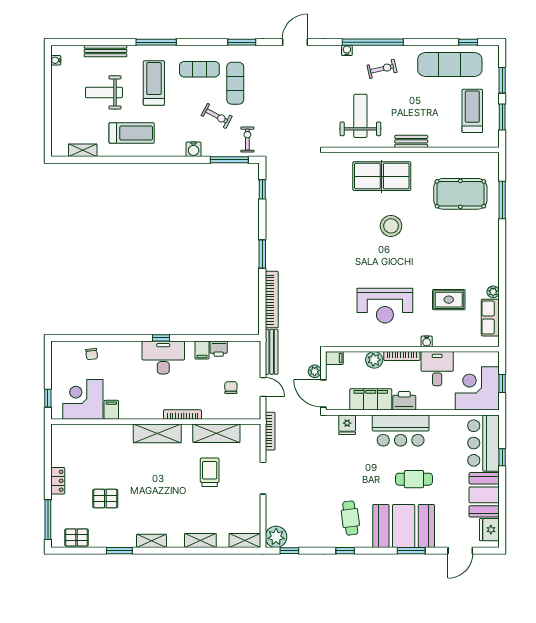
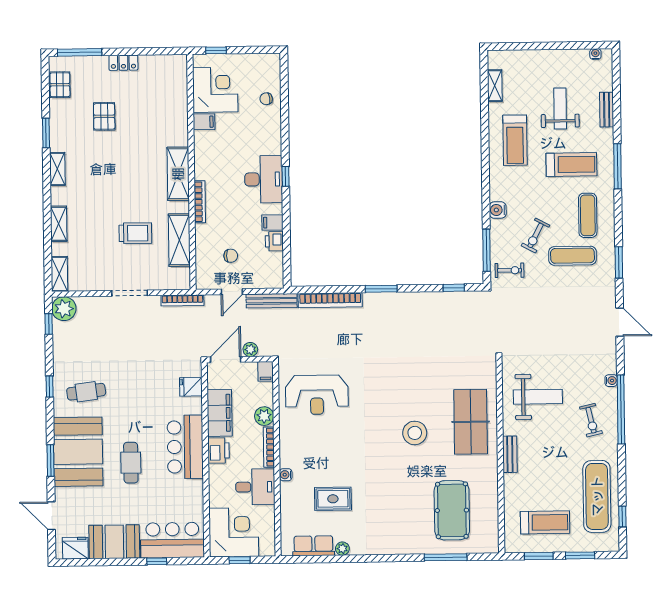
bench: (105, 51) -> (607, 110), width x0.73
rug: (449, 300) -> (333, 499), turned 90
reception desk: (385, 306) -> (317, 395), moved, turned -90

